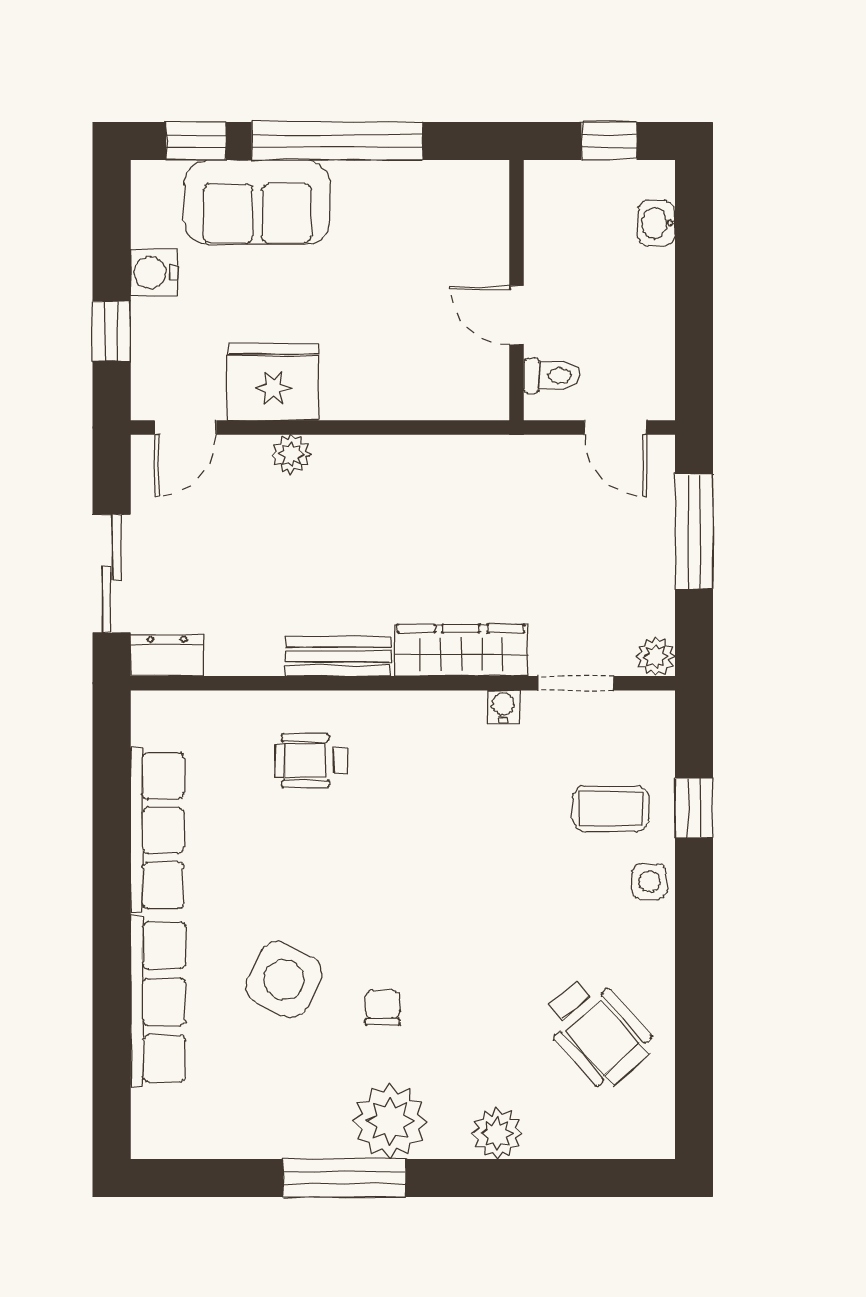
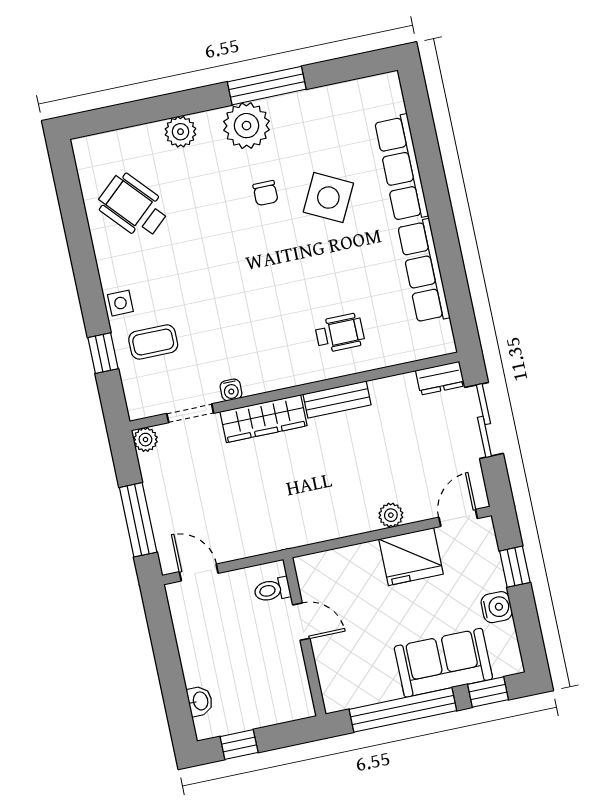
wall: (516, 290) -> (304, 637), moved
door: (516, 315) -> (301, 622), moved
toilet: (552, 375) -> (272, 590), moved

